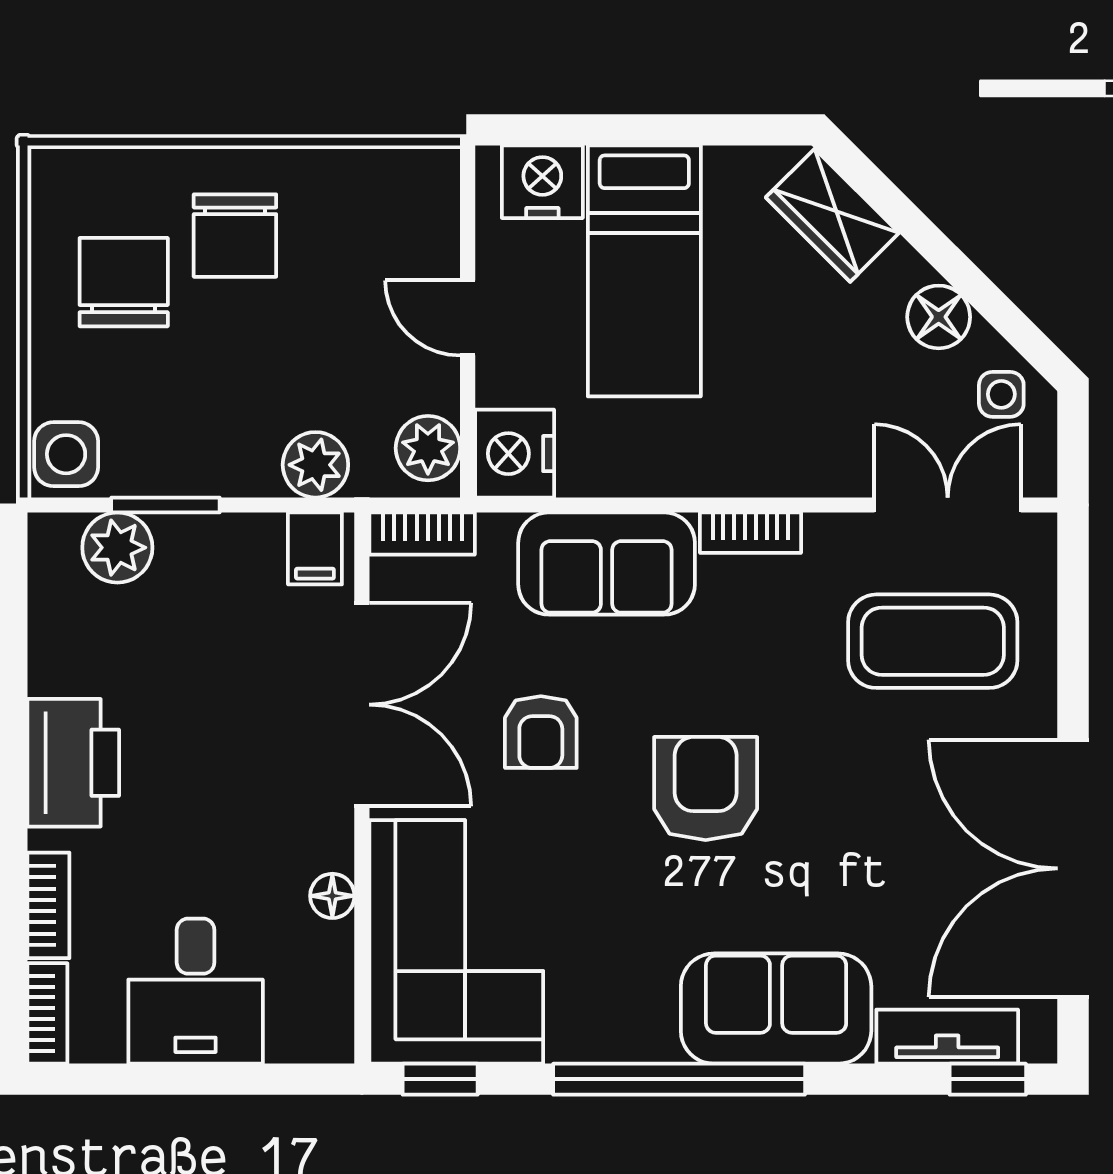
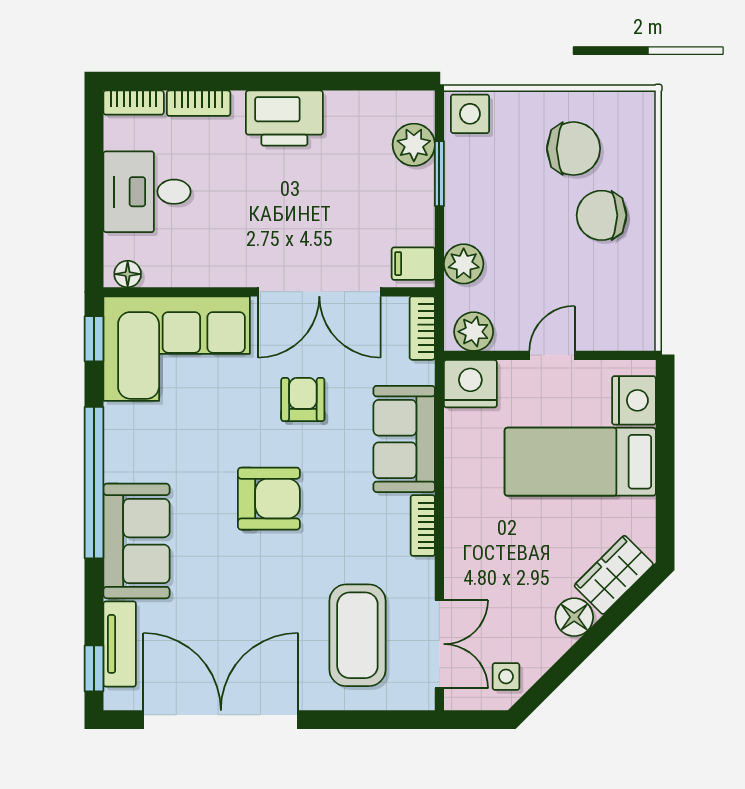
floor lamp: (939, 317) -> (574, 617), moved
armchair: (541, 732) -> (303, 399), turned 90
floor lamp: (332, 896) -> (128, 274), moved

